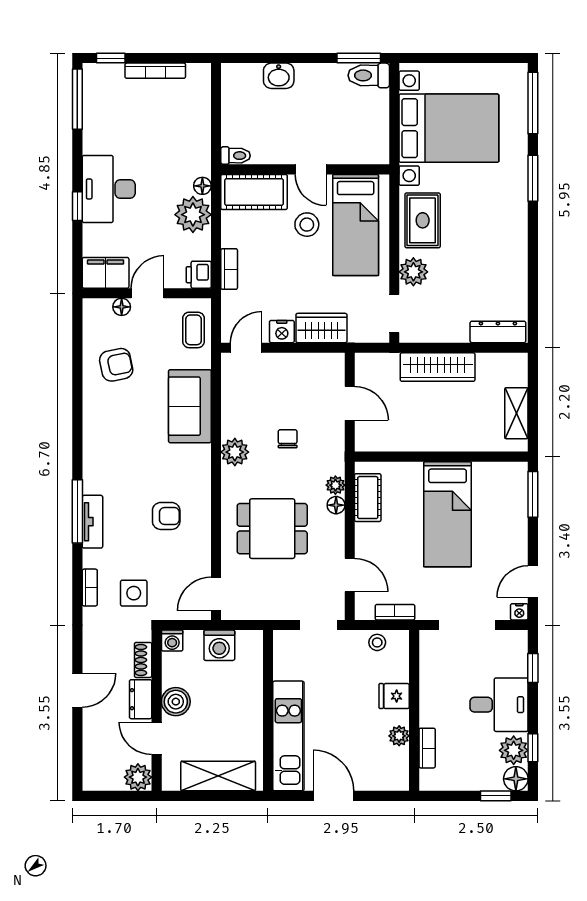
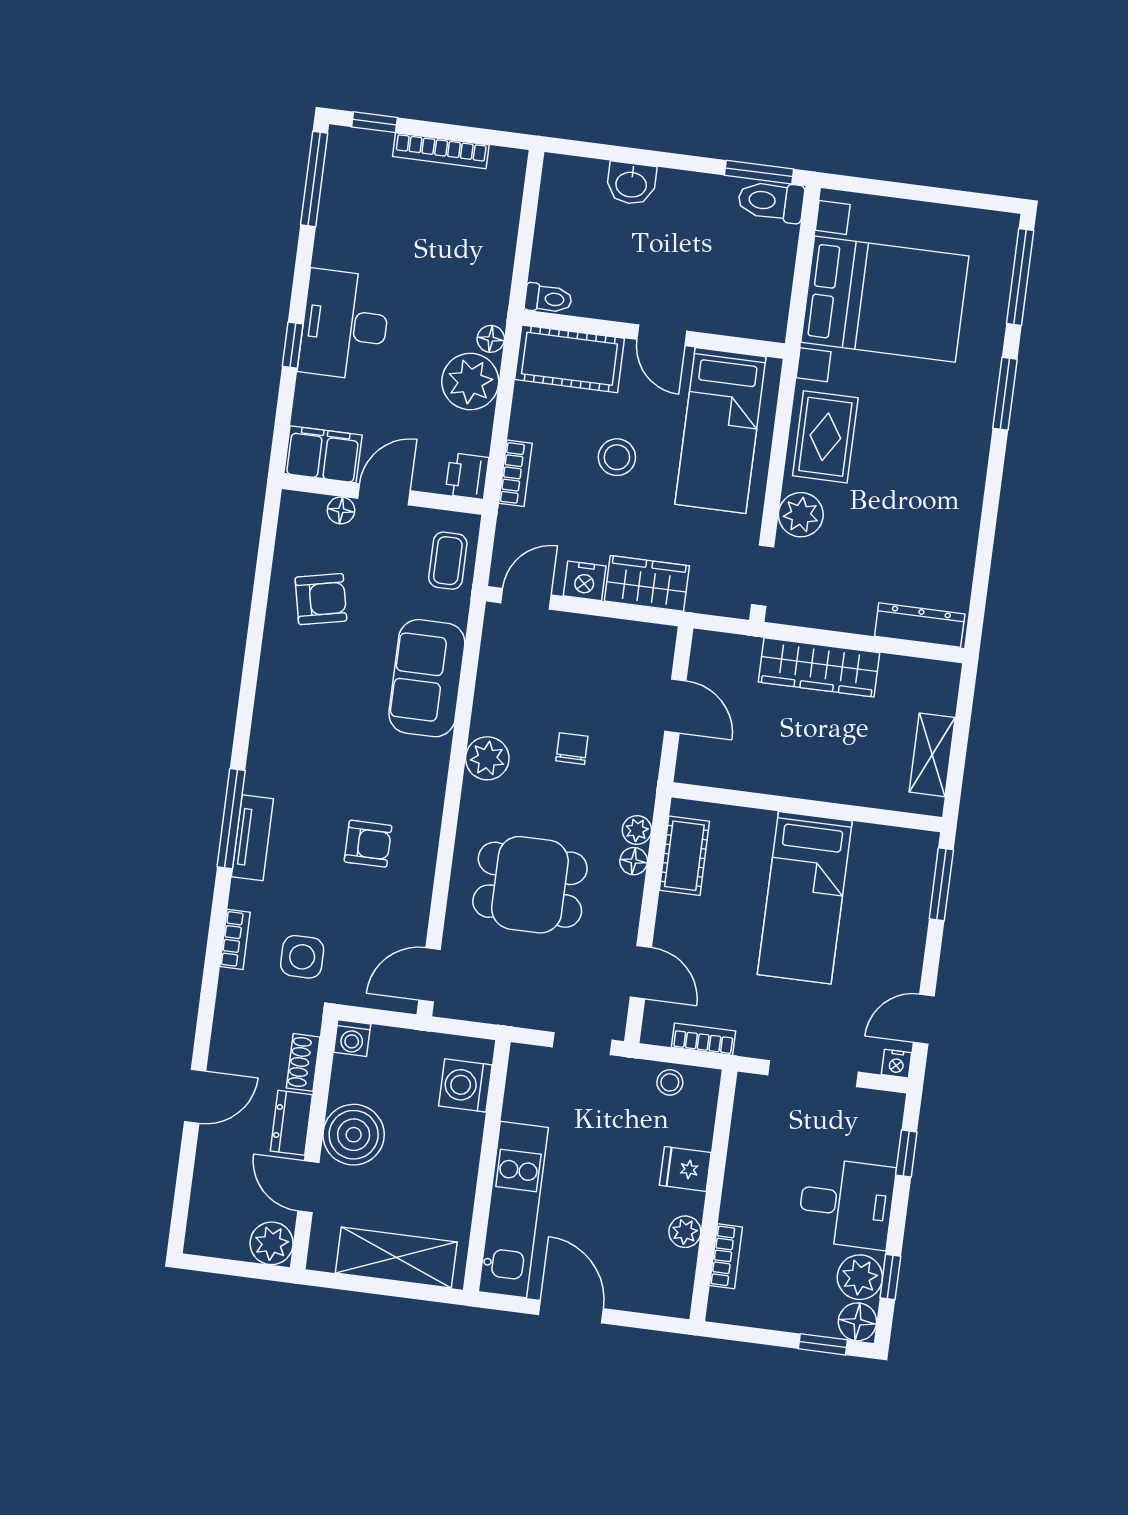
stool: (307, 225) -> (617, 457), moved
washing machine: (219, 645) -> (465, 1085), moved, turned 90
boiler: (176, 702) -> (354, 1135), width x1.37, depth x1.37

